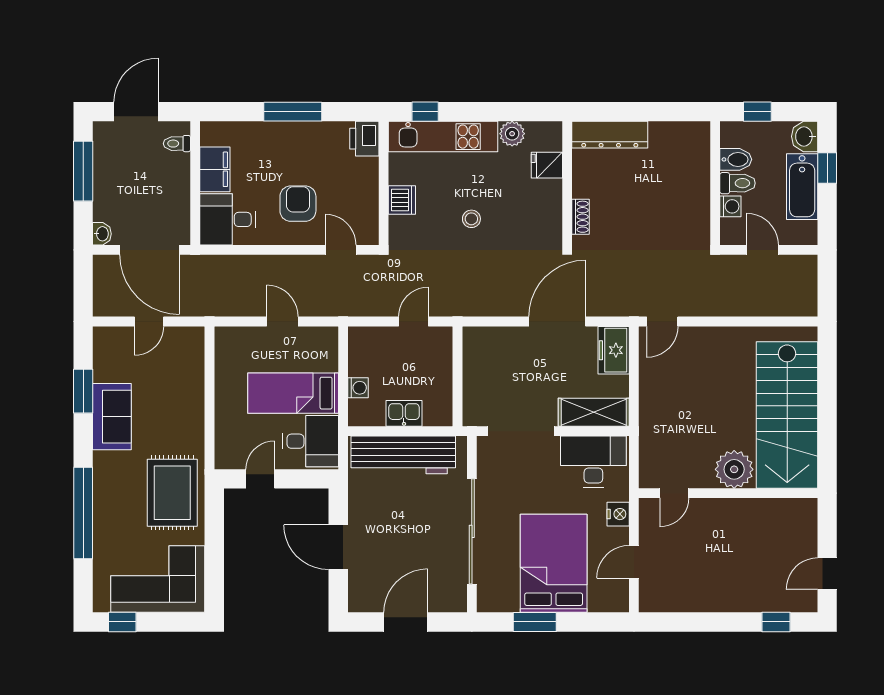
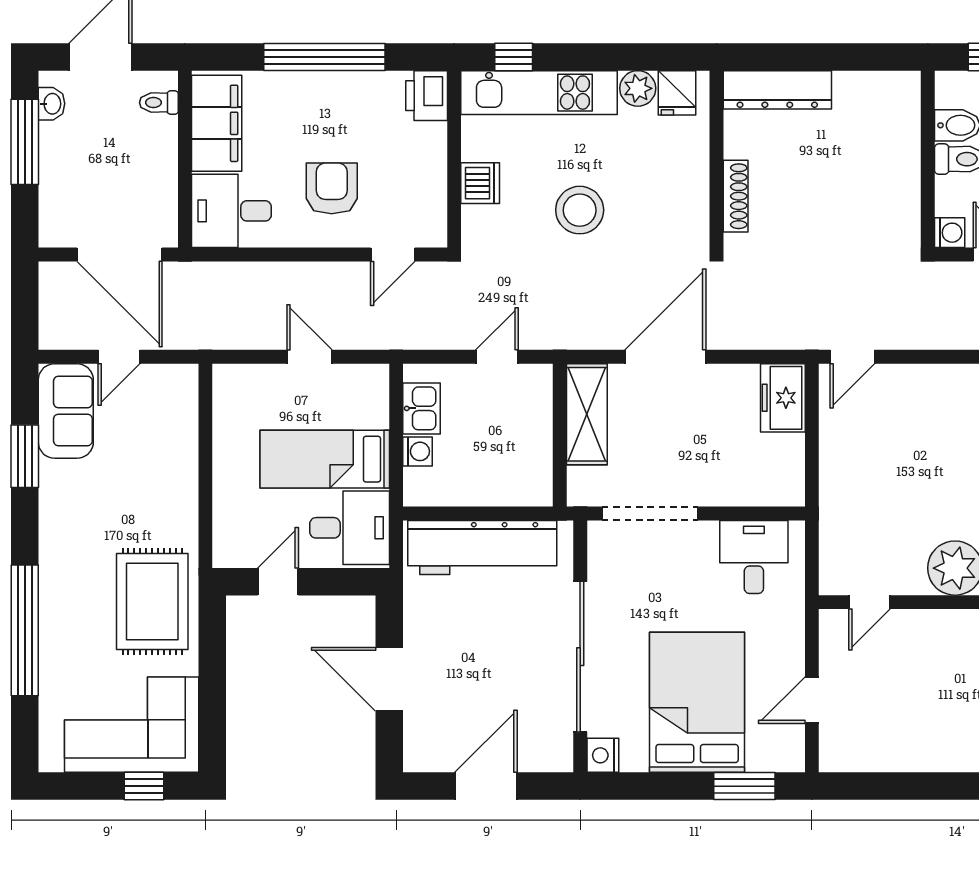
window: (293, 112) -> (324, 57), width x1.46
fridge: (547, 165) -> (677, 93), moved, turned -90
filing cabinet: (215, 169) -> (217, 123), width x1.50, depth x1.17
washing machine: (730, 206) -> (950, 233), moved
shoe rack: (581, 217) -> (736, 196), width x1.43
stool: (471, 219) -> (580, 210), width x1.89, depth x1.89
washbasin: (102, 234) -> (52, 104), moved
door: (341, 250) -> (393, 255), swing flipped
door: (557, 321) -> (665, 357), moved
shelving: (594, 412) -> (587, 414), moved, turned 90
kitchen sink: (404, 413) -> (422, 408), moved, turned 90
sofa: (112, 417) -> (66, 411), moved
desk: (593, 462) -> (754, 557), width x0.73
nightstand: (618, 514) -> (603, 755), moved, turned 180
window: (122, 622) -> (144, 786), moved
window: (535, 622) -> (744, 786), moved

